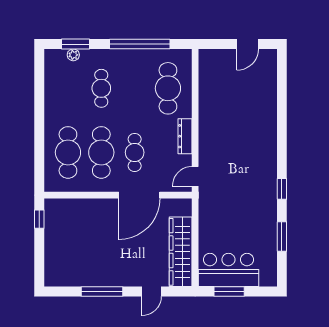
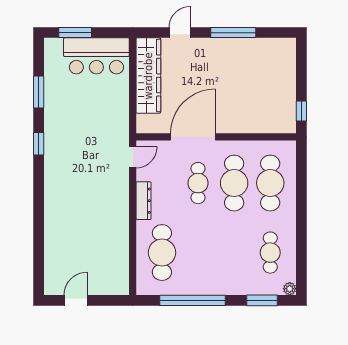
plant: (73, 55) -> (290, 289), moved
cafe table: (101, 88) -> (270, 253), moved
window: (229, 292) -> (75, 33), moved

